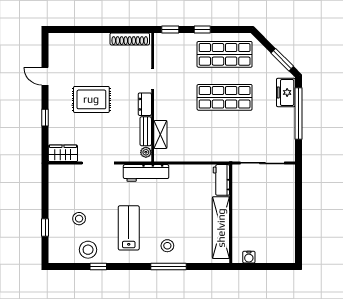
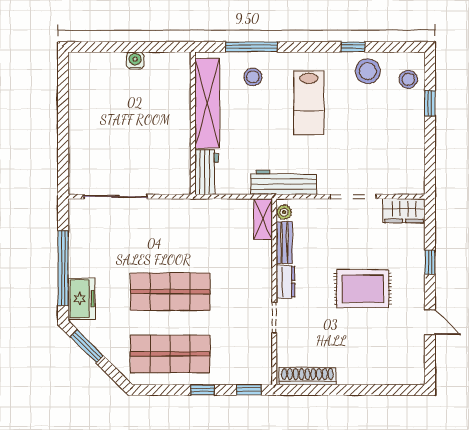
shelving: (160, 134) -> (263, 219), moved
workbench: (221, 180) -> (207, 172), moved
wall: (231, 214) -> (193, 123), moved
stool: (79, 219) -> (408, 79), moved
shelving: (221, 228) -> (207, 103), moved

